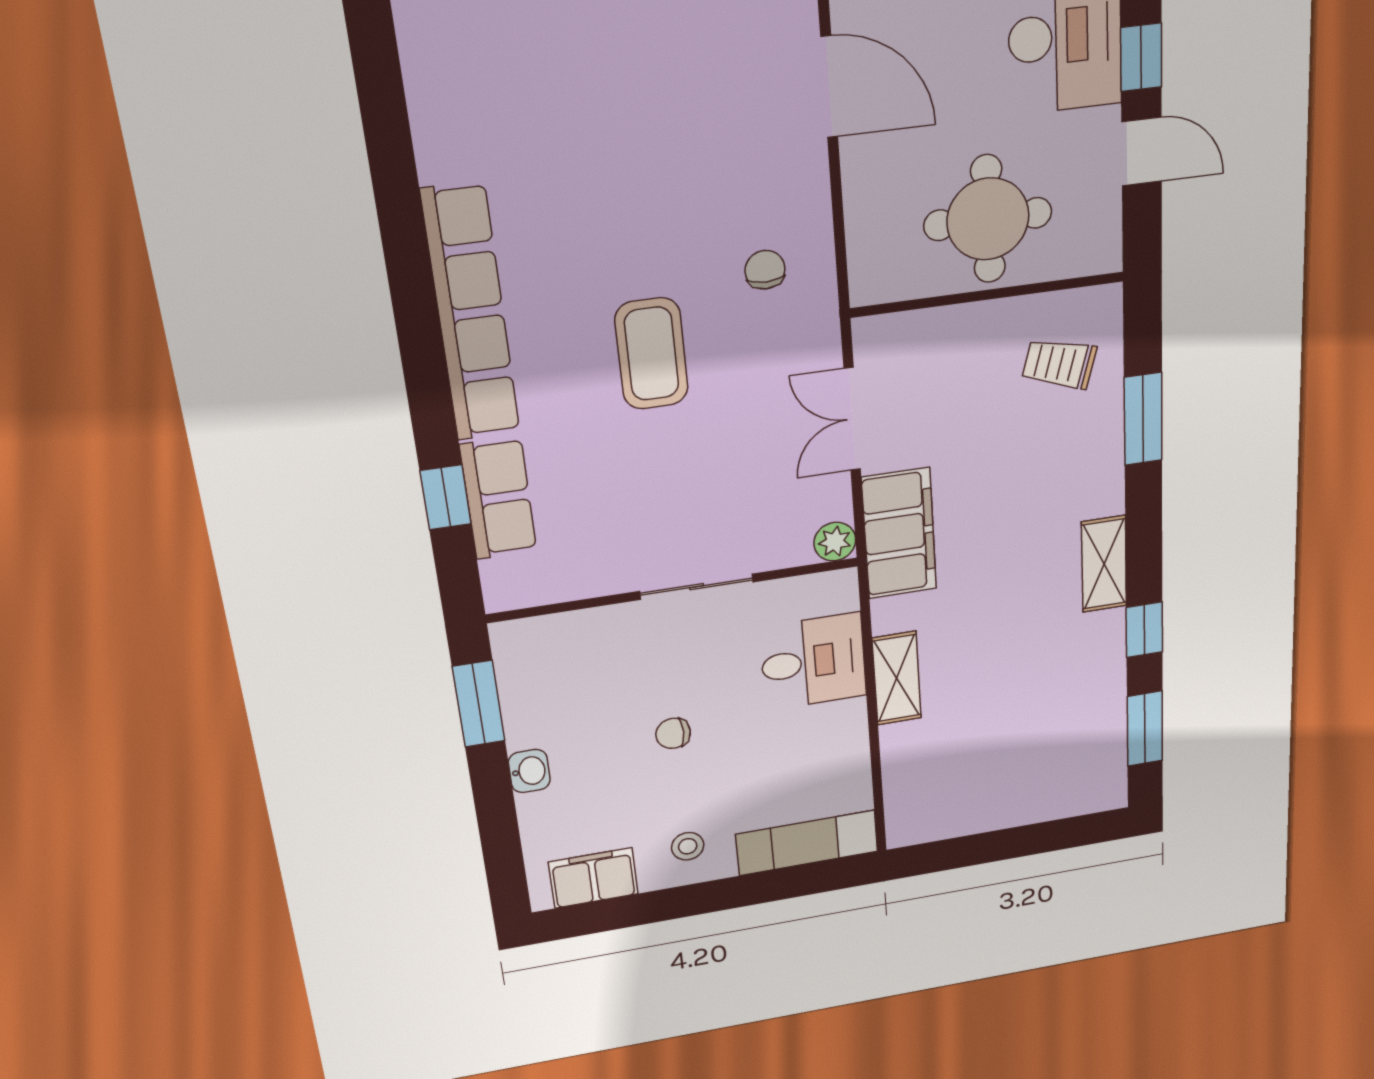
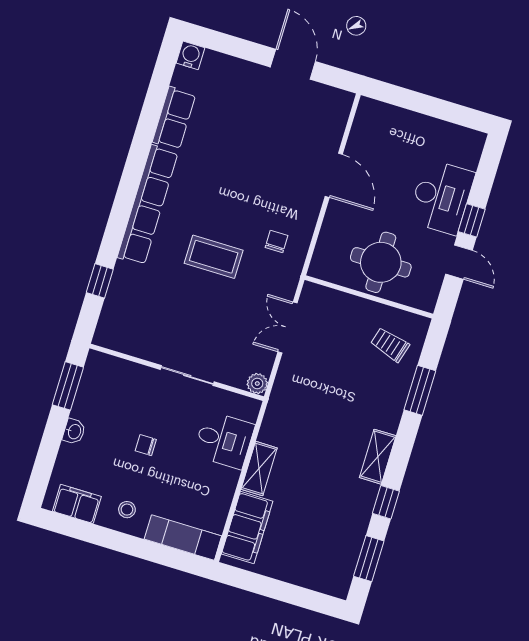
coffee table: (652, 354) -> (214, 257), turned 90
row of seats: (498, 498) -> (174, 118), moved
filing cabinet: (899, 533) -> (247, 528), moved

